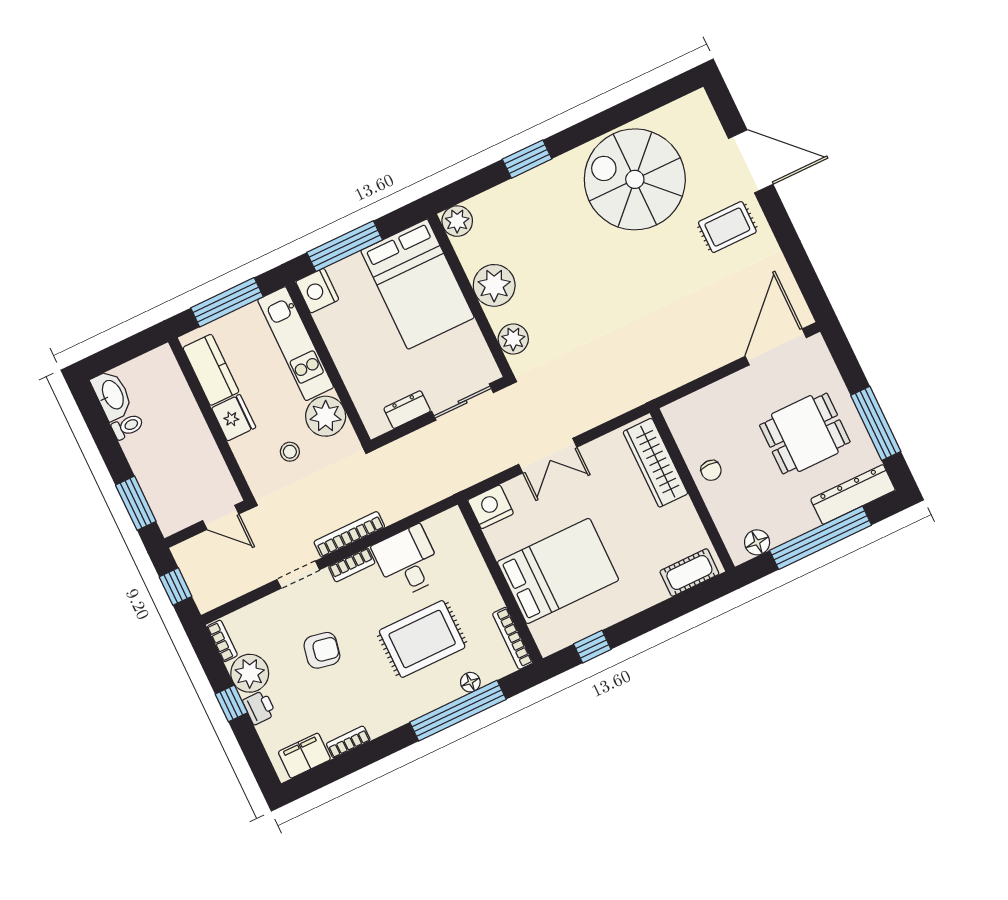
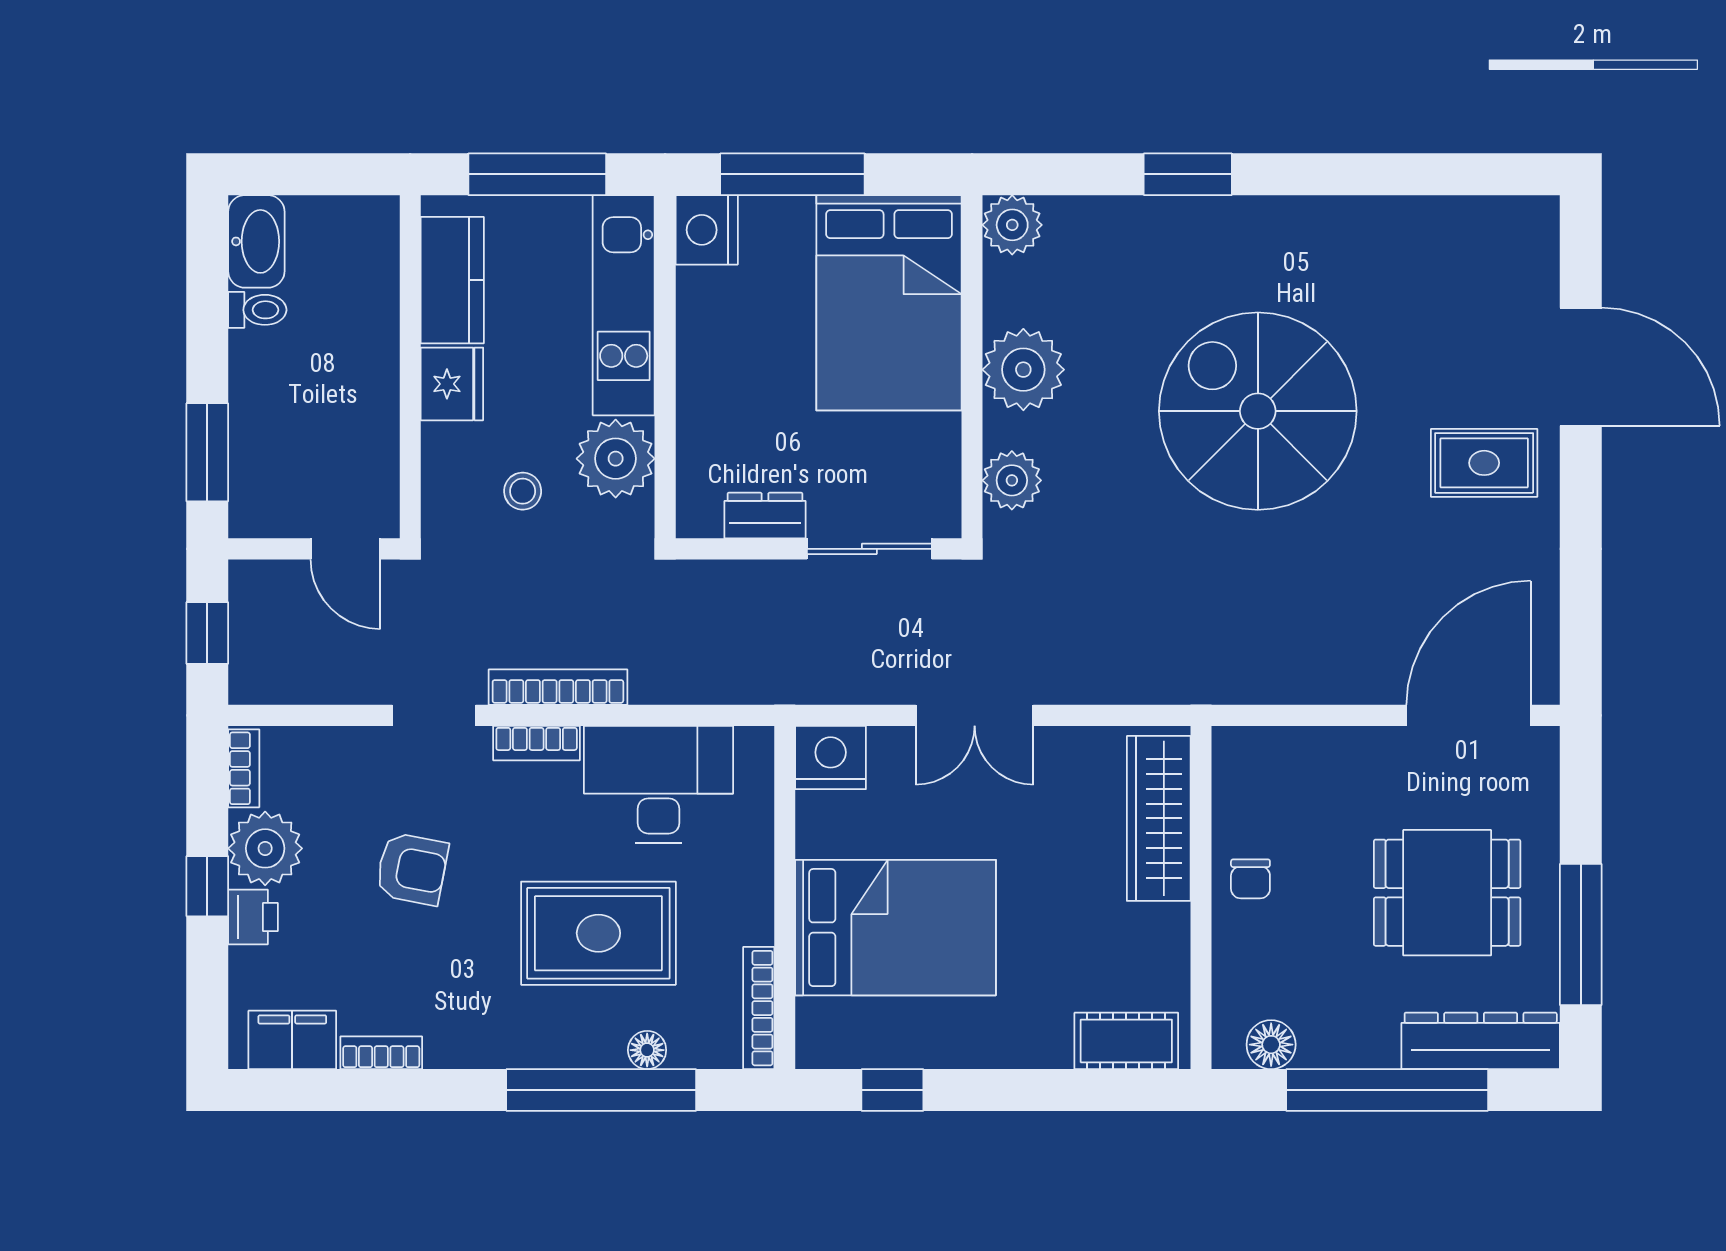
spiral stairs: (635, 179) -> (1258, 411), moved
desk: (408, 562) -> (659, 784), width x1.37

